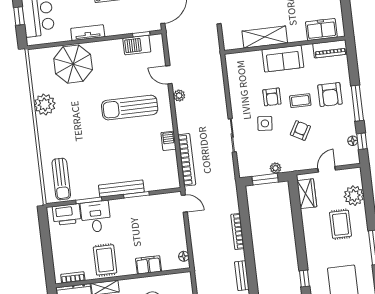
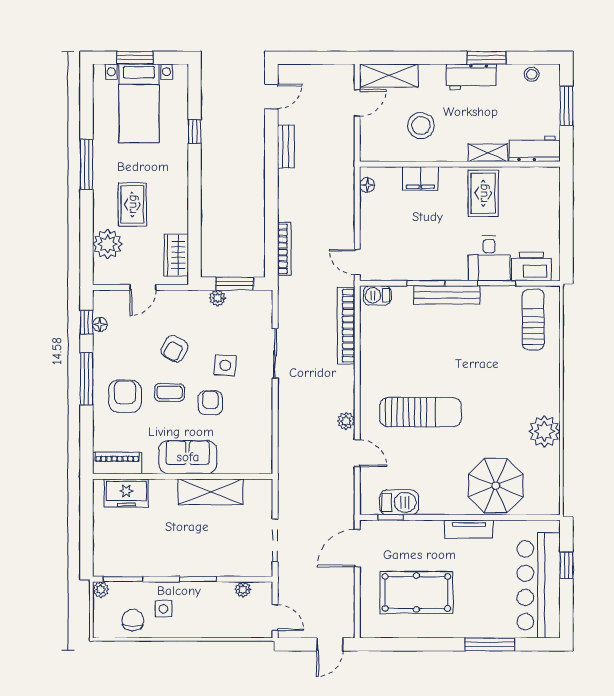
barbecue: (169, 141) -> (377, 295), moved, turned 90
bookcase: (237, 231) -> (284, 249), moved
bookcase: (73, 277) -> (533, 173), removed

